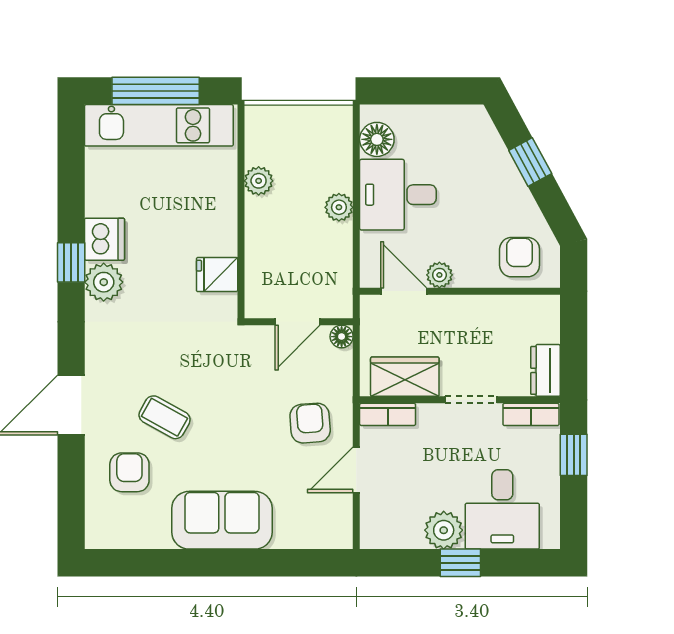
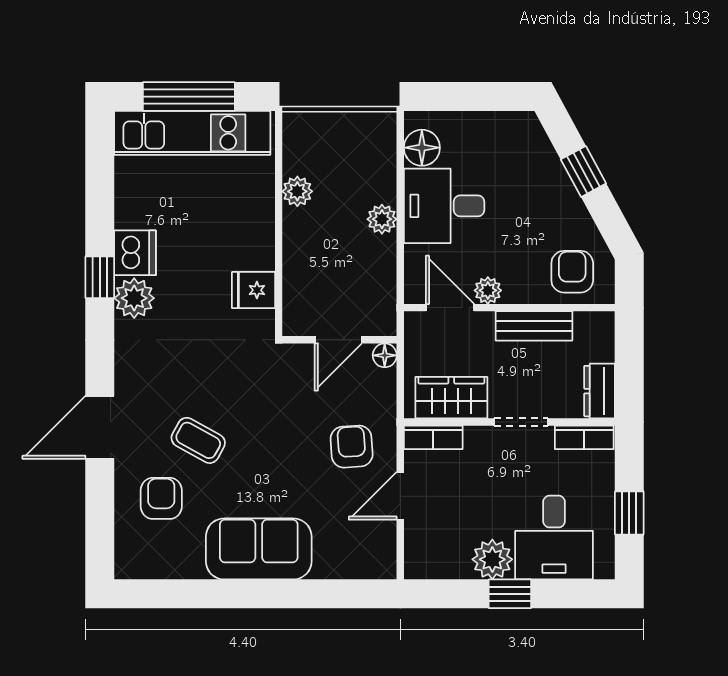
bench: (483, 309) -> (534, 326), added
window: (574, 455) -> (629, 513), moved

